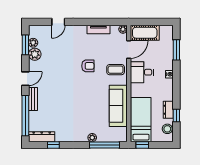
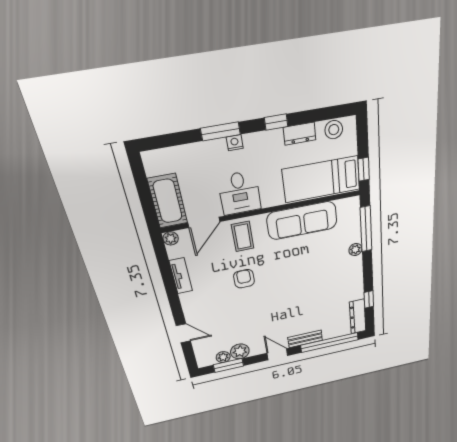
door: (129, 49) -> (204, 222), swing flipped
window: (176, 50) -> (220, 131), moved
window: (176, 115) -> (276, 122), moved

